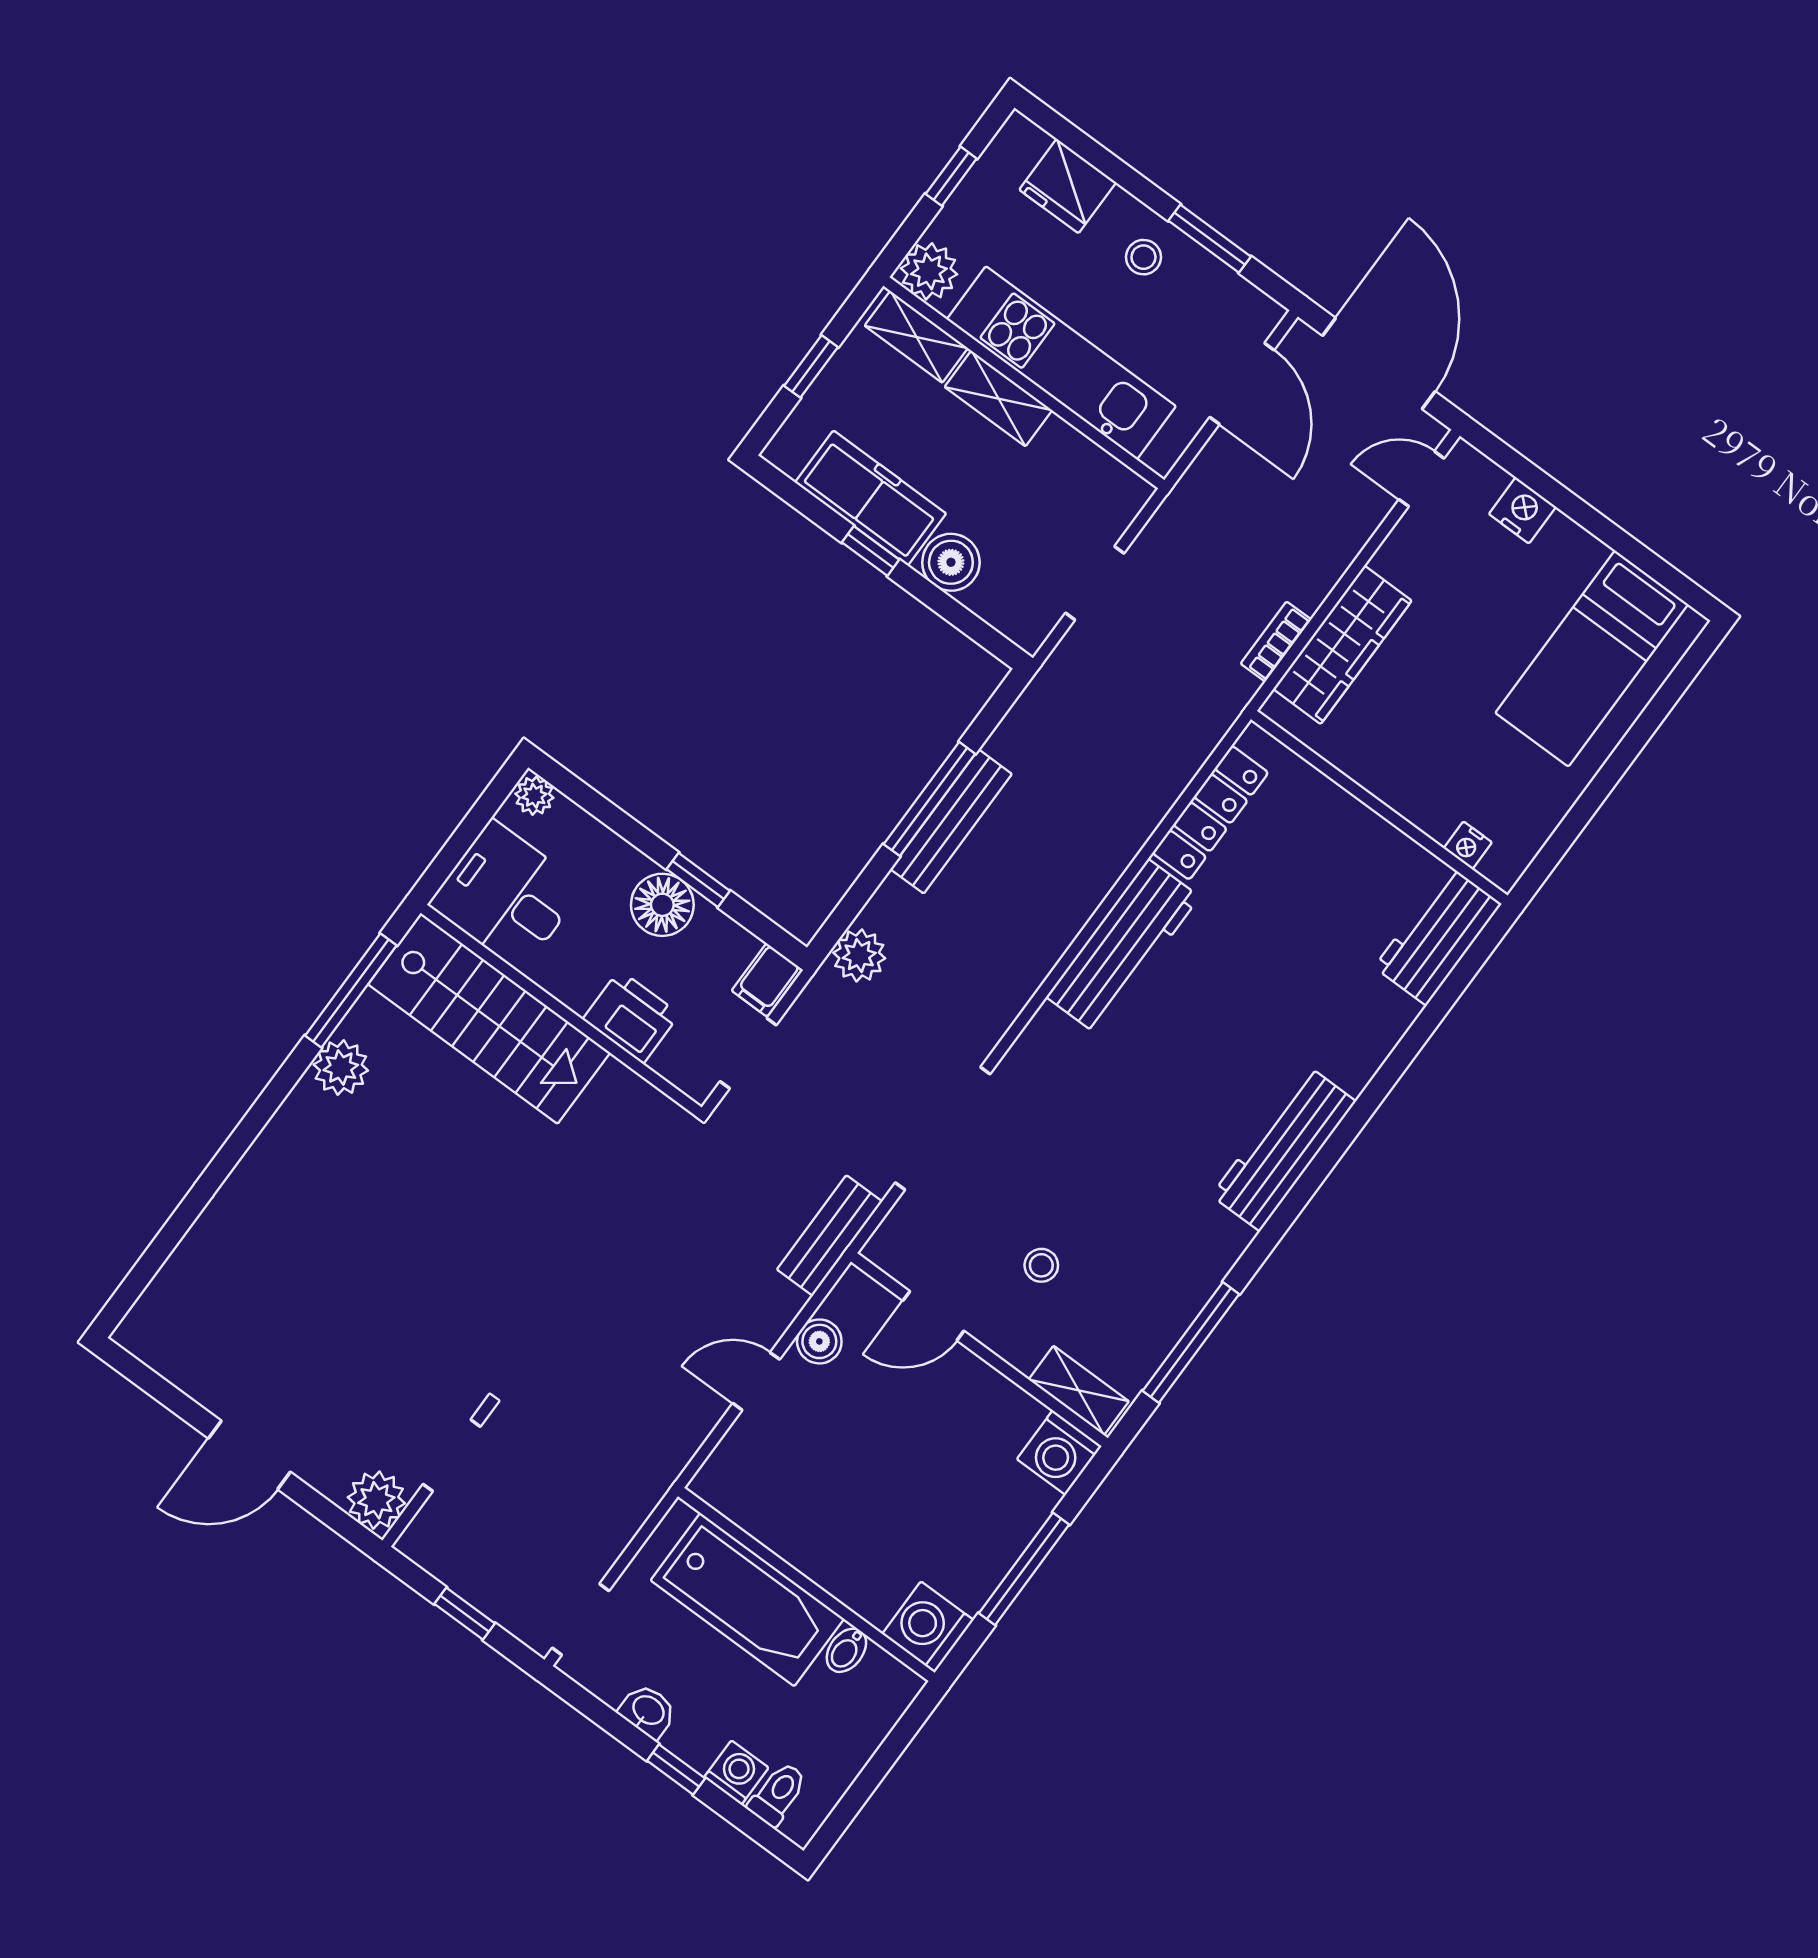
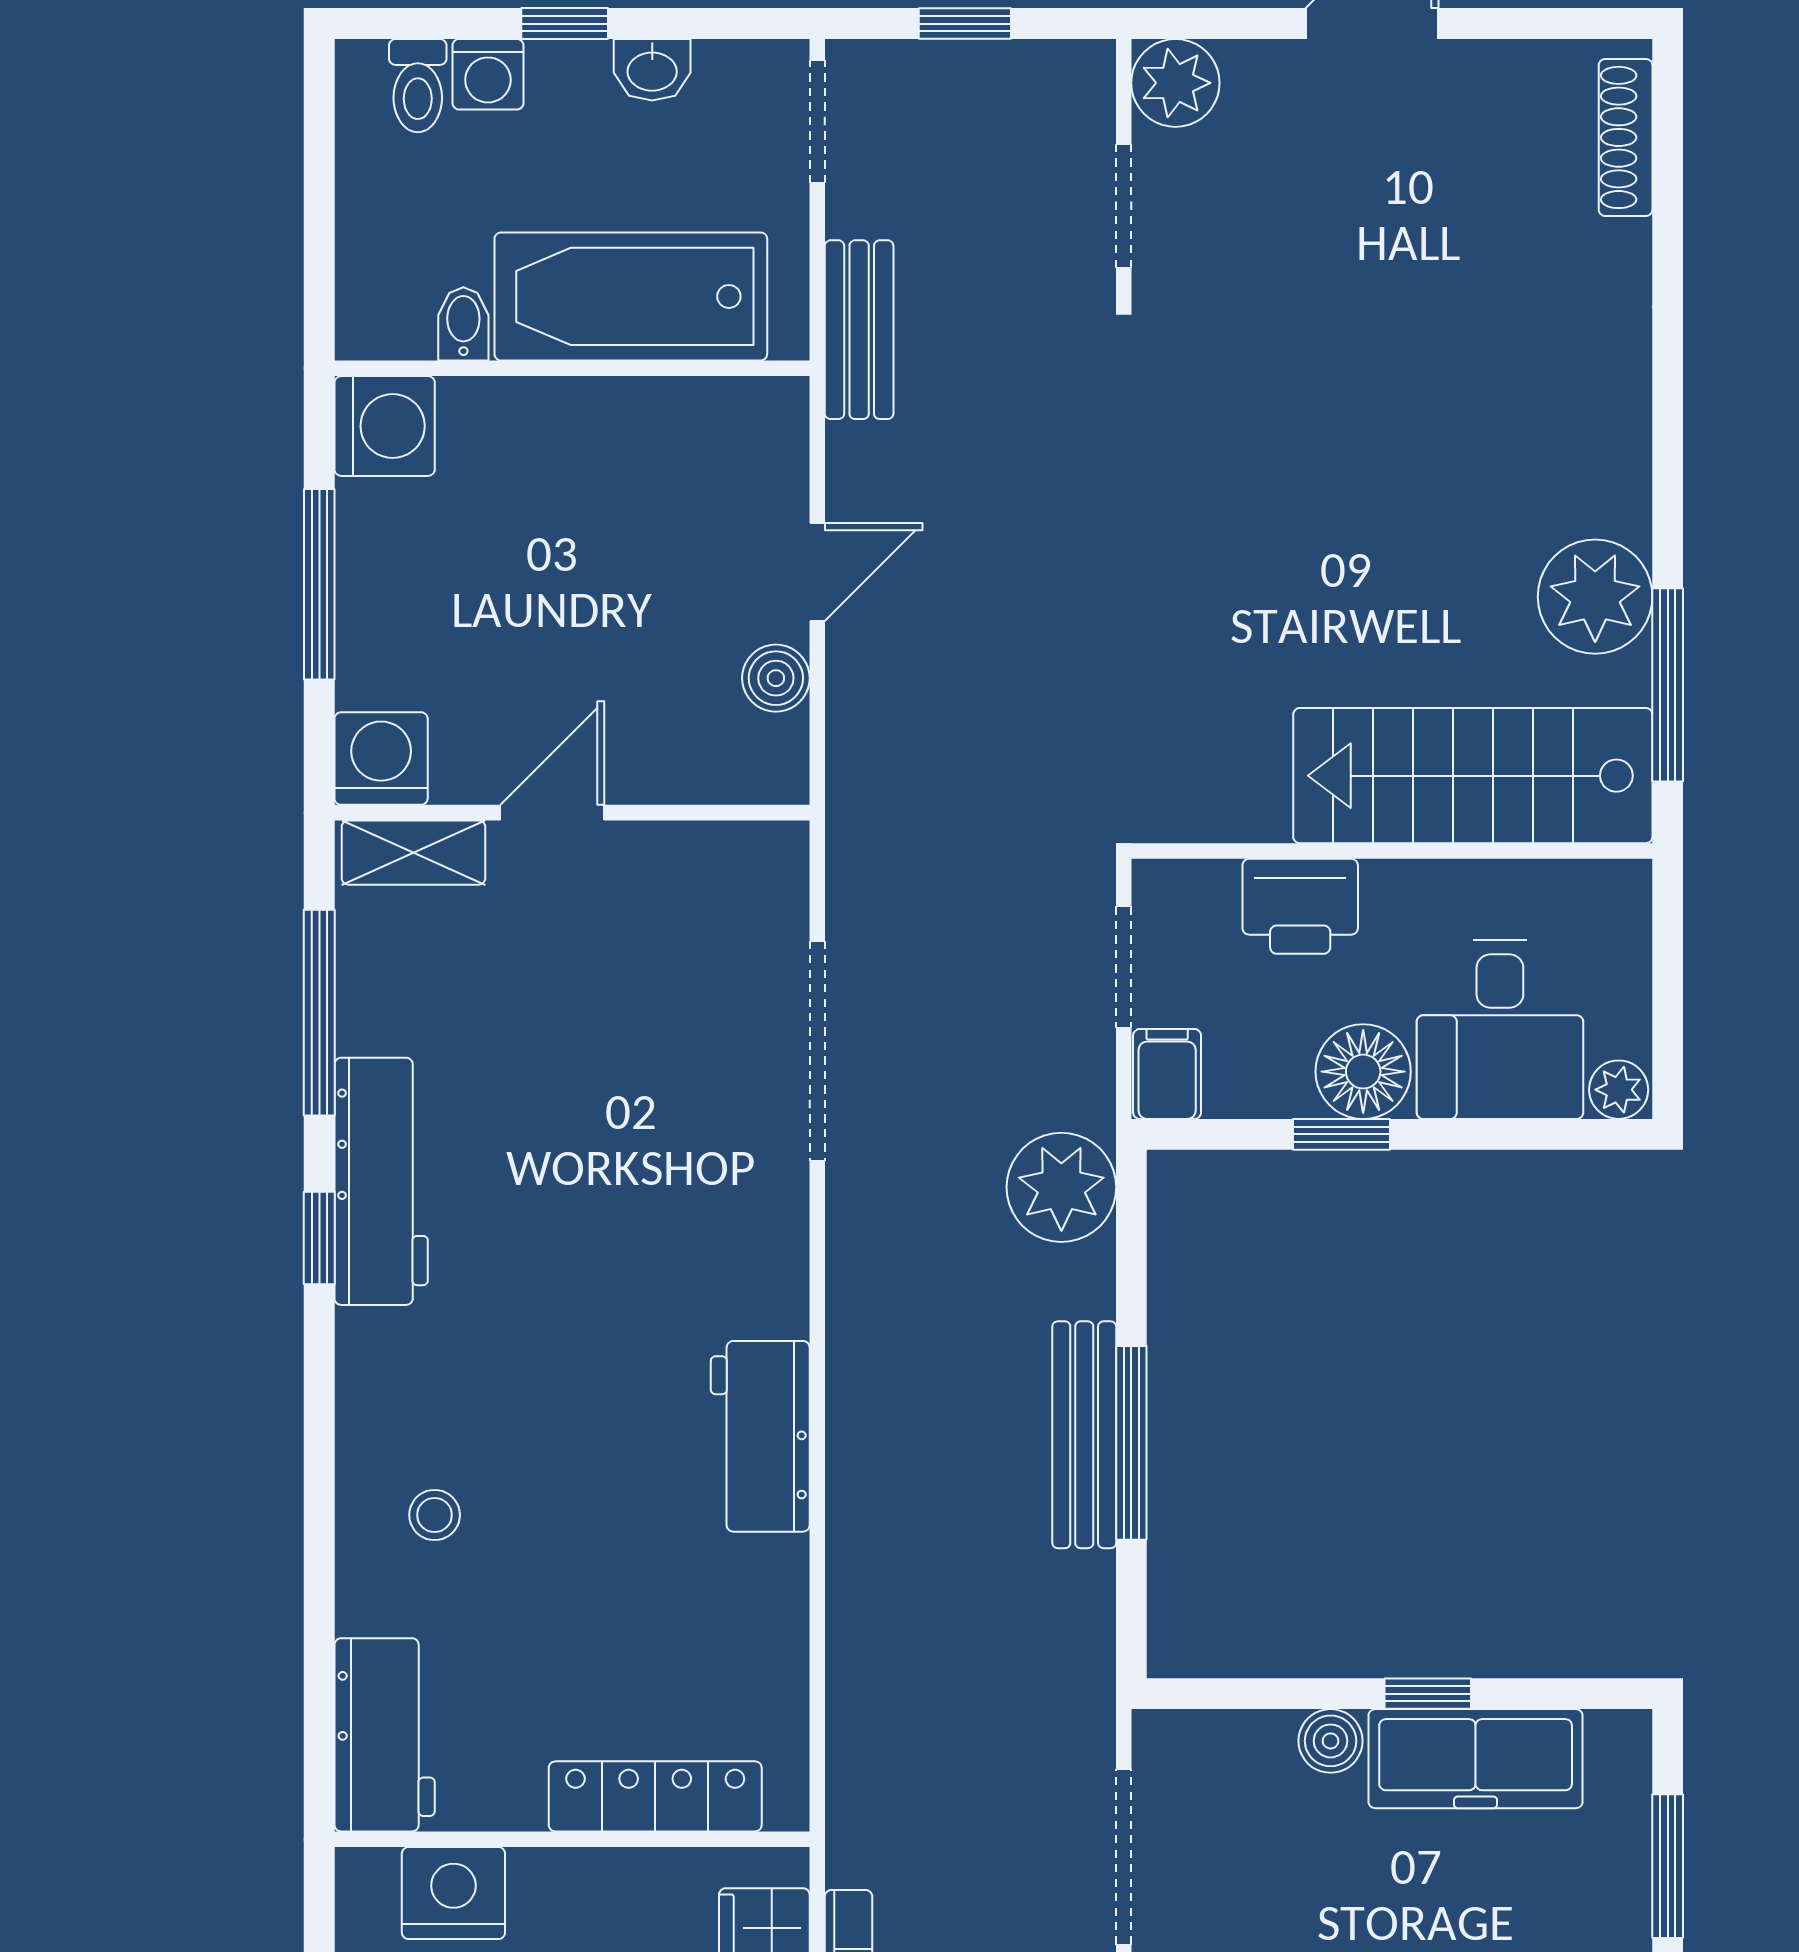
window: (811, 366) -> (1668, 1866), width x1.50
boiler: (951, 562) -> (1331, 1741), width x0.73, depth x0.73
doorway: (1095, 583) -> (1124, 1857), width x1.38
locker: (1210, 813) -> (655, 1796), moved, turned 90
nightstand: (1468, 845) -> (453, 1893), width x1.89, depth x1.79
desk: (506, 896) -> (1500, 1029), moved, turned 90
workbench: (1123, 947) -> (760, 1436), width x0.73
plant: (859, 955) -> (1061, 1187), width x1.36, depth x1.36
plant: (341, 1068) -> (1595, 597), width x1.36, depth x1.36
workbench: (1284, 1148) -> (381, 1181), moved
window: (1279, 1223) -> (319, 1238), added
bench: (830, 1236) -> (859, 330), moved
stool: (1041, 1265) -> (435, 1515), moved
shoe rack: (160, 1296) -> (1626, 137), added
door: (933, 1316) -> (552, 813), moved

